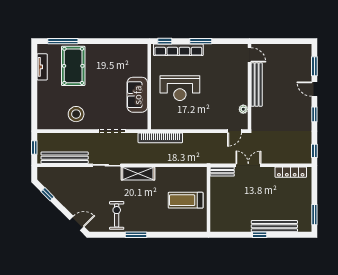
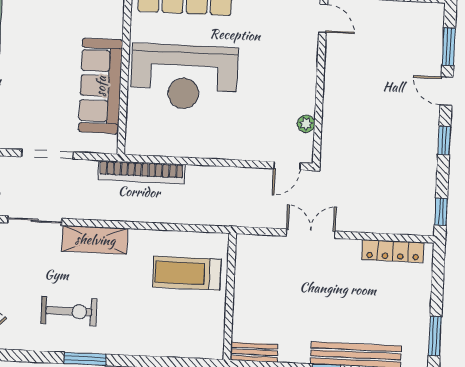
bench: (257, 85) -> (334, 77), removed
reception desk: (180, 88) -> (184, 77), width x1.36, depth x1.30
sofa: (137, 95) -> (101, 86), width x1.36
bench: (222, 172) -> (254, 352), moved
treadmill: (186, 200) -> (187, 273), moved
exercise bike: (117, 215) -> (69, 311), moved, turned 90

